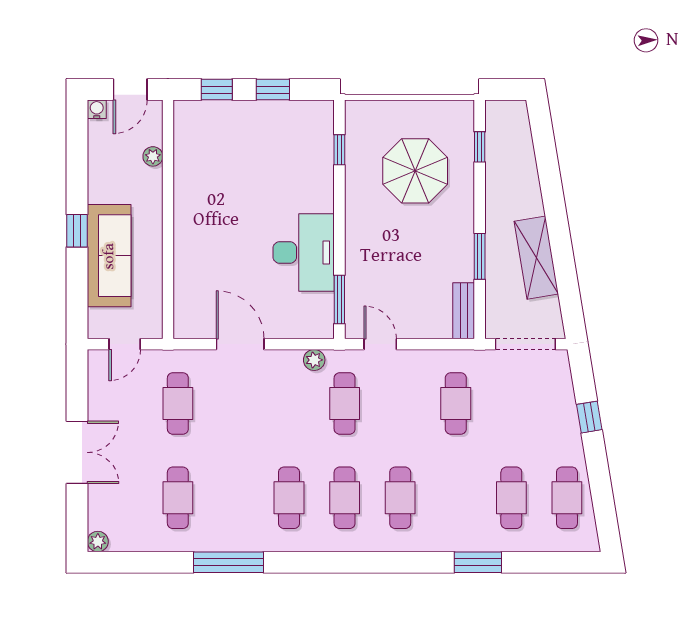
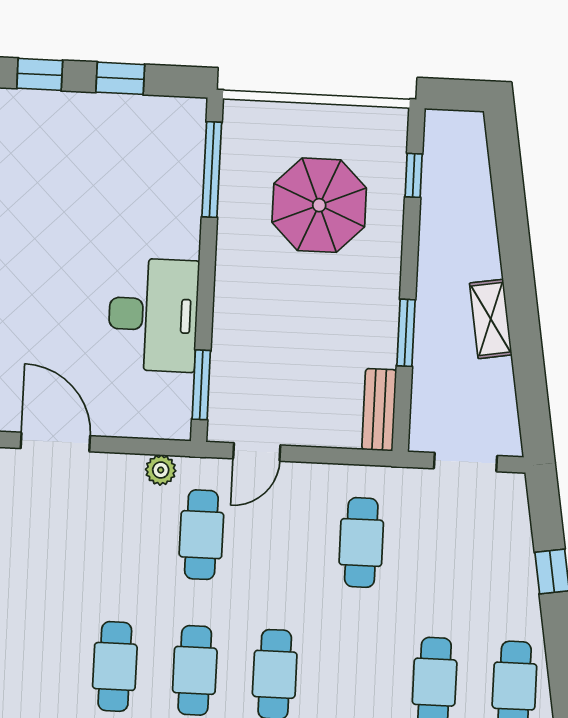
window: (339, 150) -> (212, 170), width x2.17
shelving: (536, 258) -> (491, 319), width x0.67, depth x0.75
door: (380, 344) -> (257, 452), swing flipped
doorway: (525, 344) -> (466, 462), width x0.73

